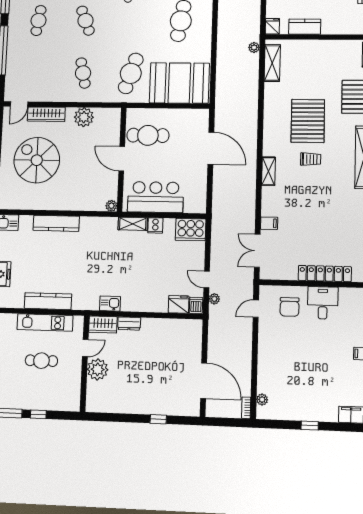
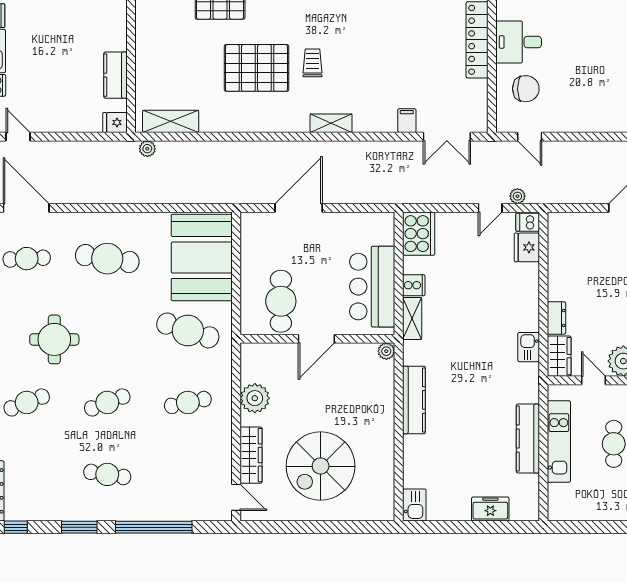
kitchen counter: (56, 223) -> (414, 400), moved

